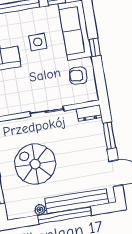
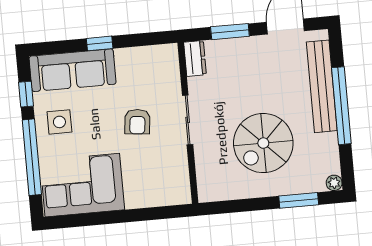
side table: (38, 42) -> (59, 122), moved
armchair: (78, 76) -> (137, 122), moved
plant: (40, 210) -> (334, 183), moved

